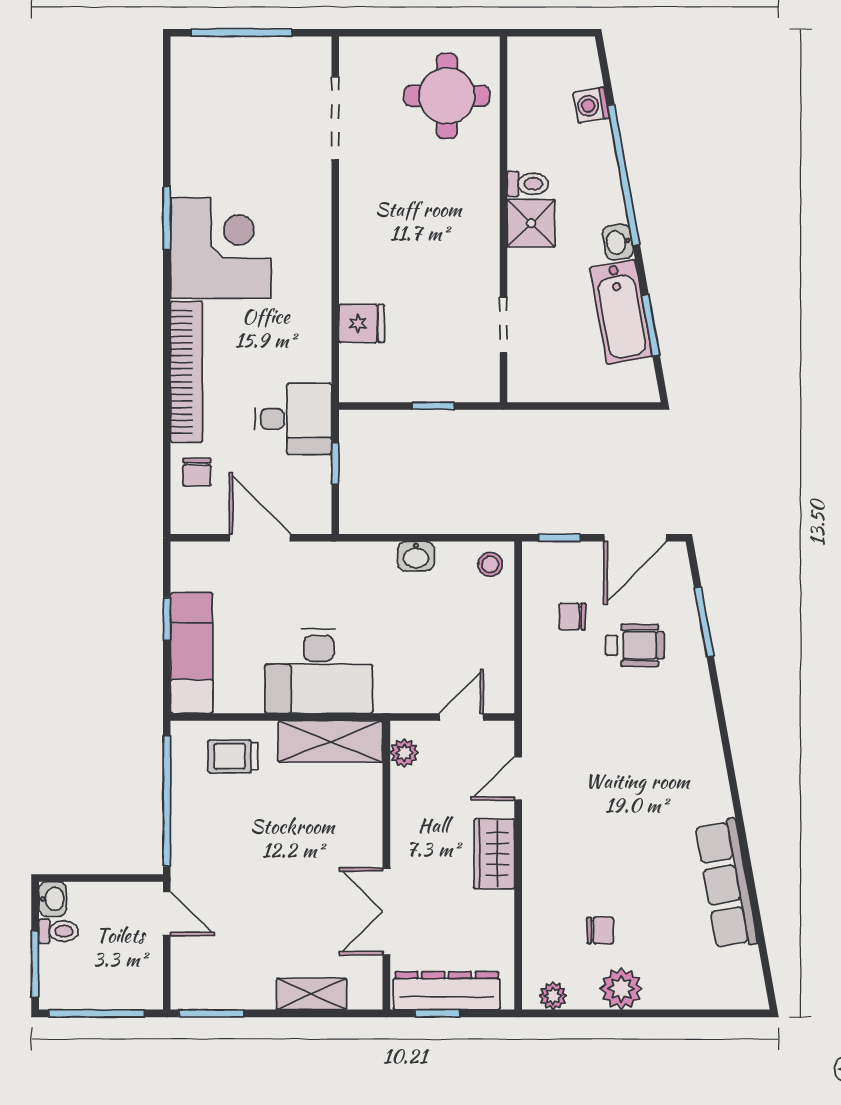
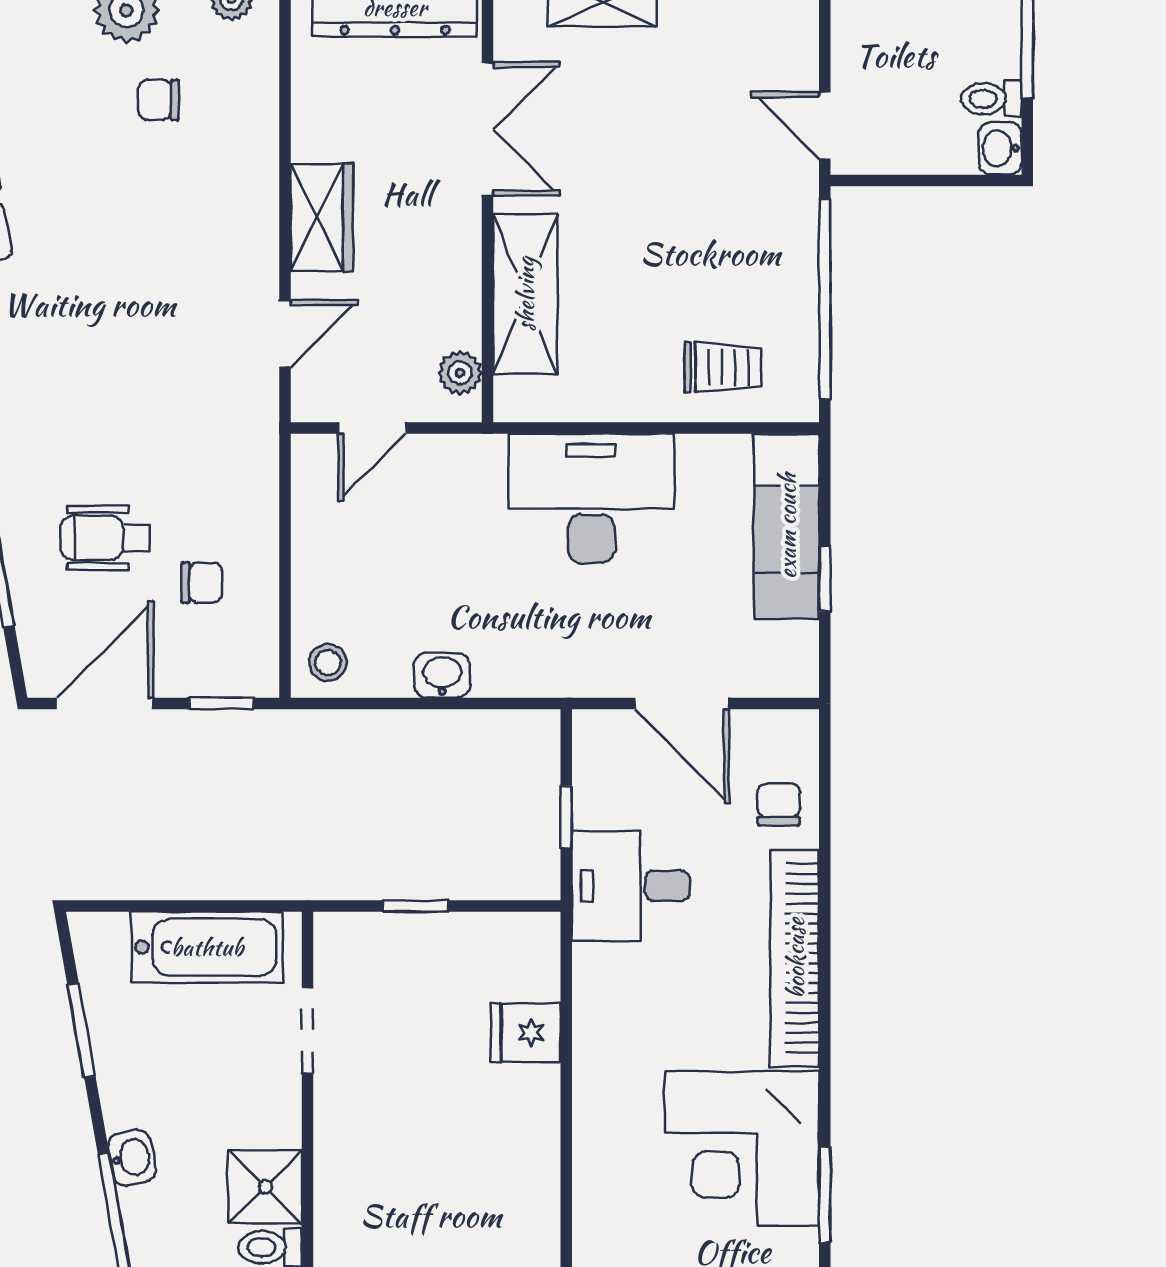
bathtub: (621, 312) -> (207, 947), moved, turned 100
shelving: (330, 742) -> (525, 294), moved, turned 90

